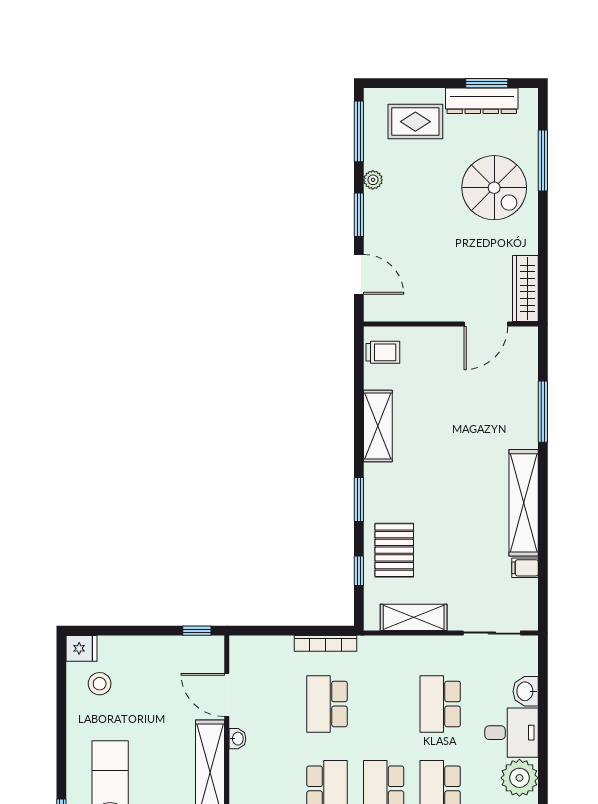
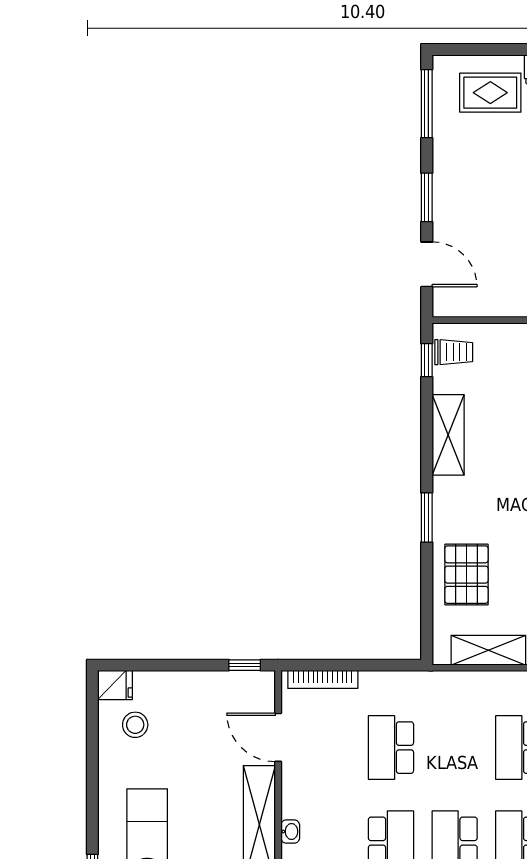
plant: (373, 180) -> (443, 158), removed
window: (359, 571) -> (427, 360), moved
bookcase: (326, 643) -> (323, 679), moved
washbasin: (237, 739) -> (290, 832), moved

